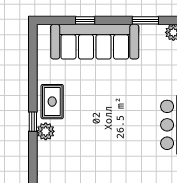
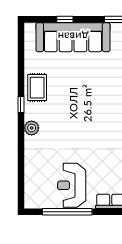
plant: (46, 131) -> (32, 128), moved

